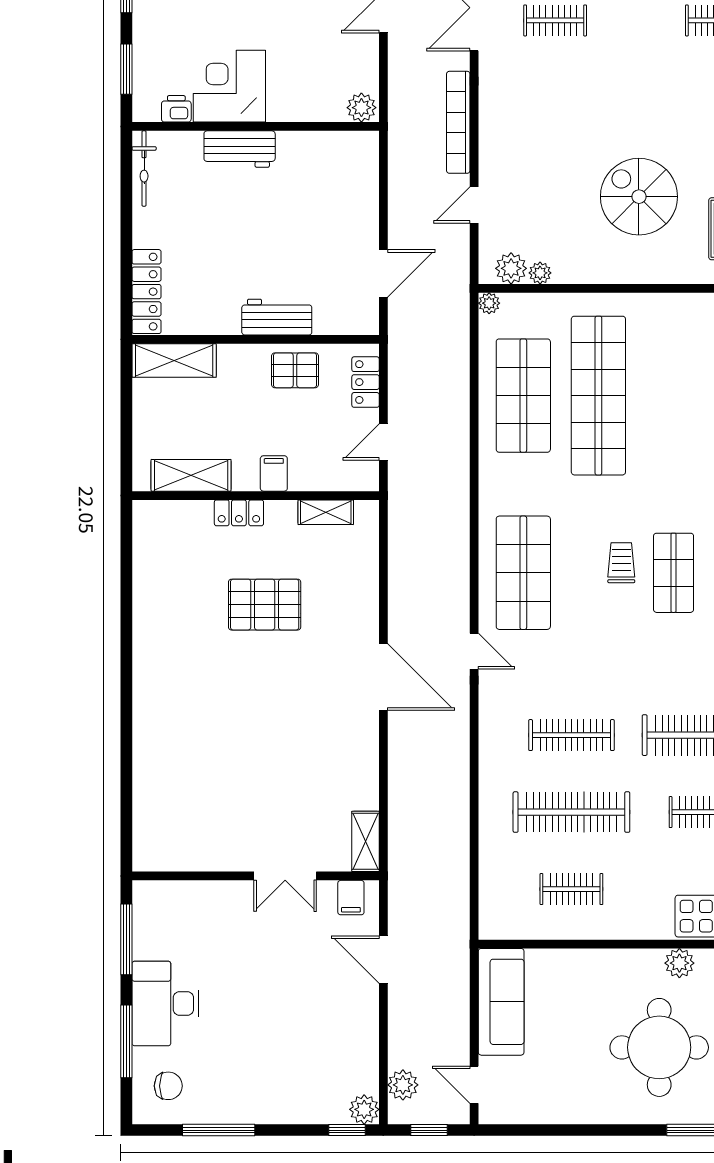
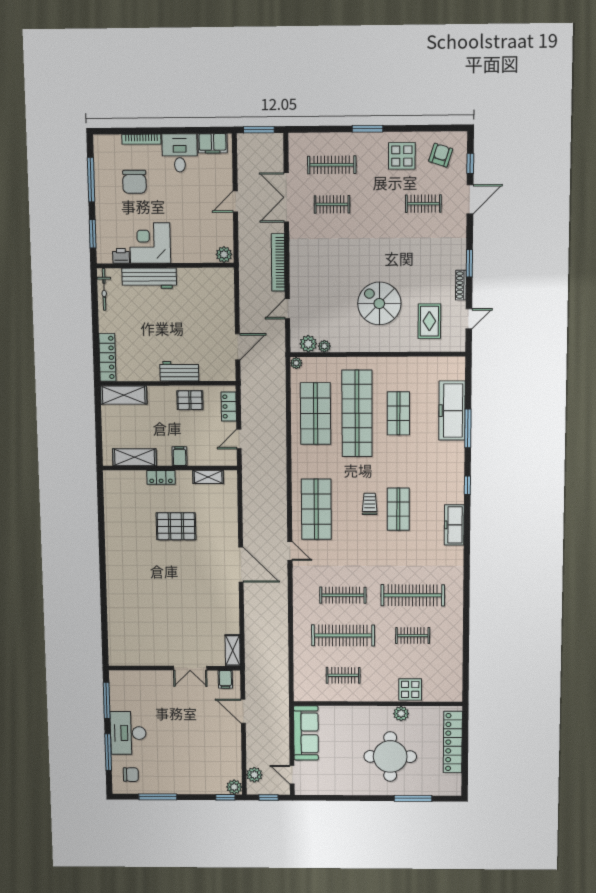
workbench: (240, 149) -> (149, 278), width x1.38
shop shelf: (674, 396) -> (398, 413), added

